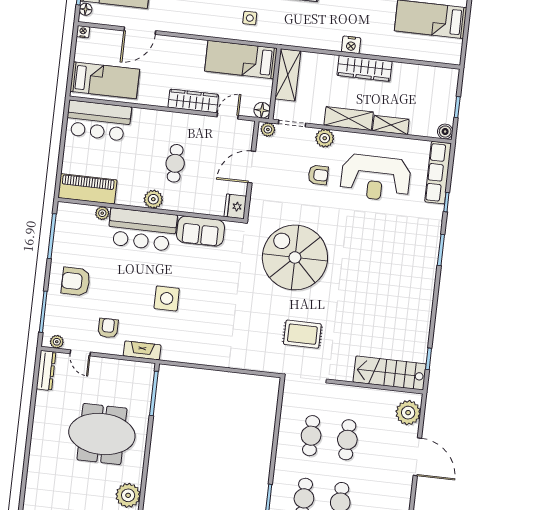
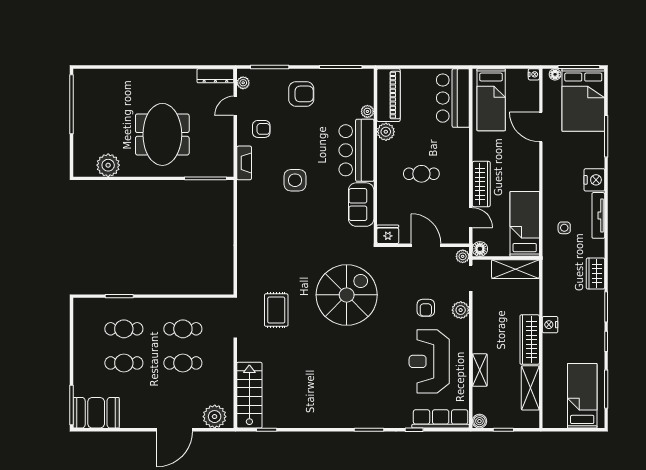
shelving: (349, 119) -> (530, 388), moved
plant: (153, 199) -> (386, 132), moved
armchair: (76, 281) -> (301, 94), turned 90

